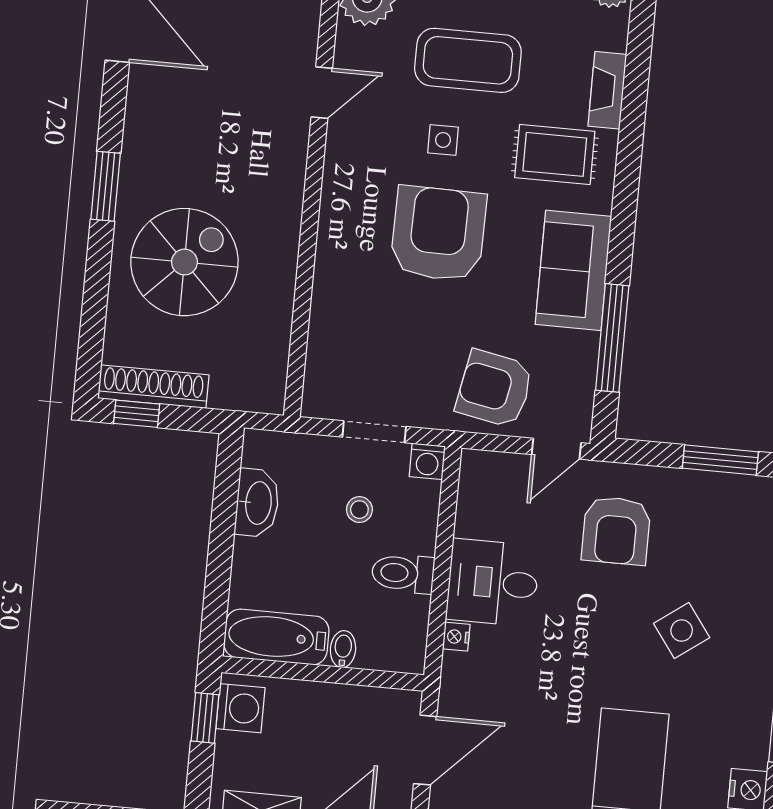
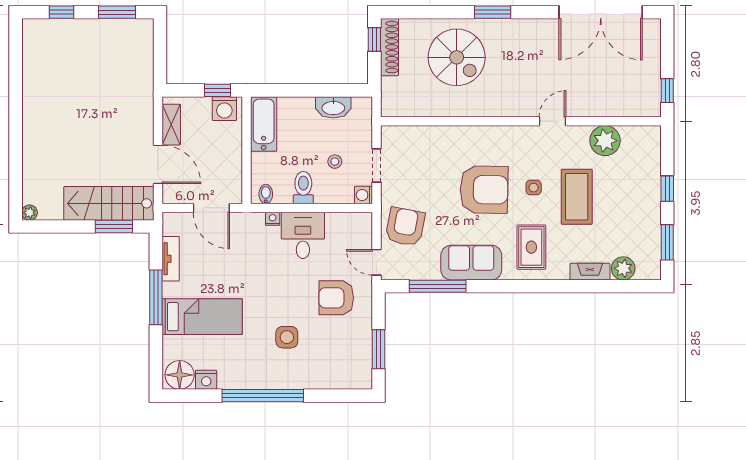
fireplace: (607, 90) -> (590, 272), moved
door: (322, 93) -> (553, 121), swing flipped
side table: (682, 631) -> (287, 337), turned 36
bidet: (343, 649) -> (266, 194), moved, turned -90

